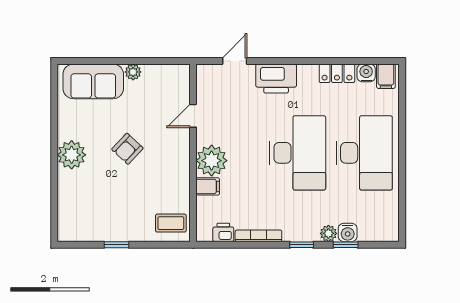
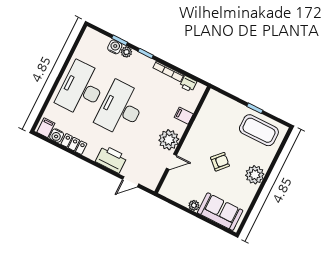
plant: (212, 161) -> (169, 140), moved
coffee table: (171, 223) -> (259, 130), moved, width x1.86, depth x1.72

